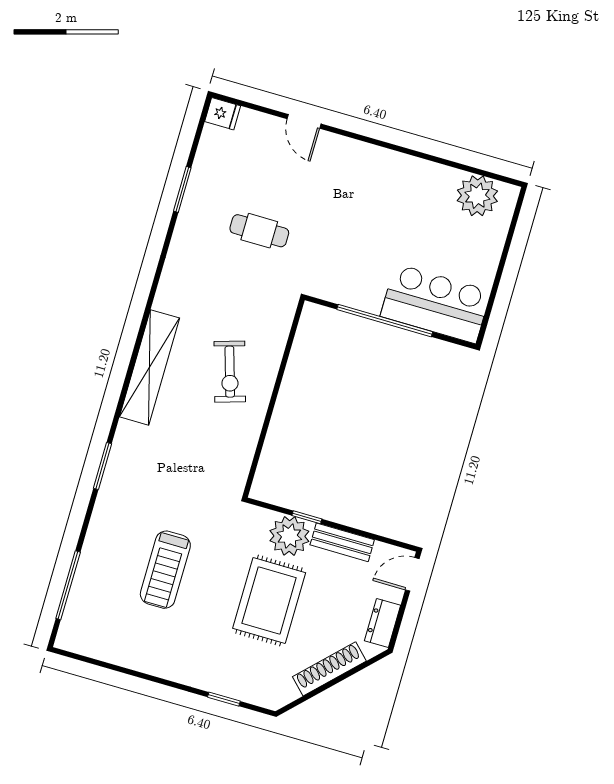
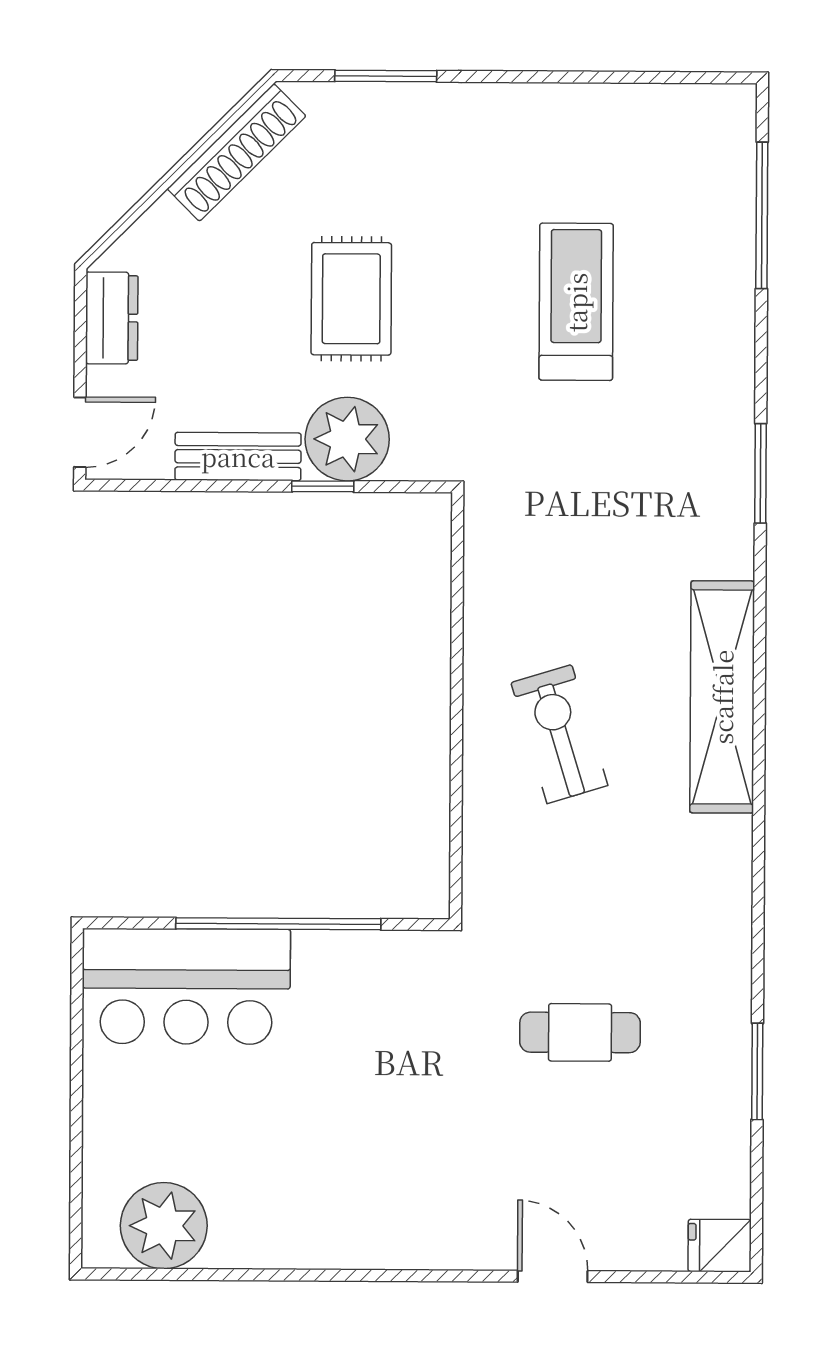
rug: (269, 600) -> (351, 299), width x0.73, depth x0.70
shoe rack: (329, 669) -> (237, 152), moved
window: (224, 699) -> (386, 76), width x1.50

